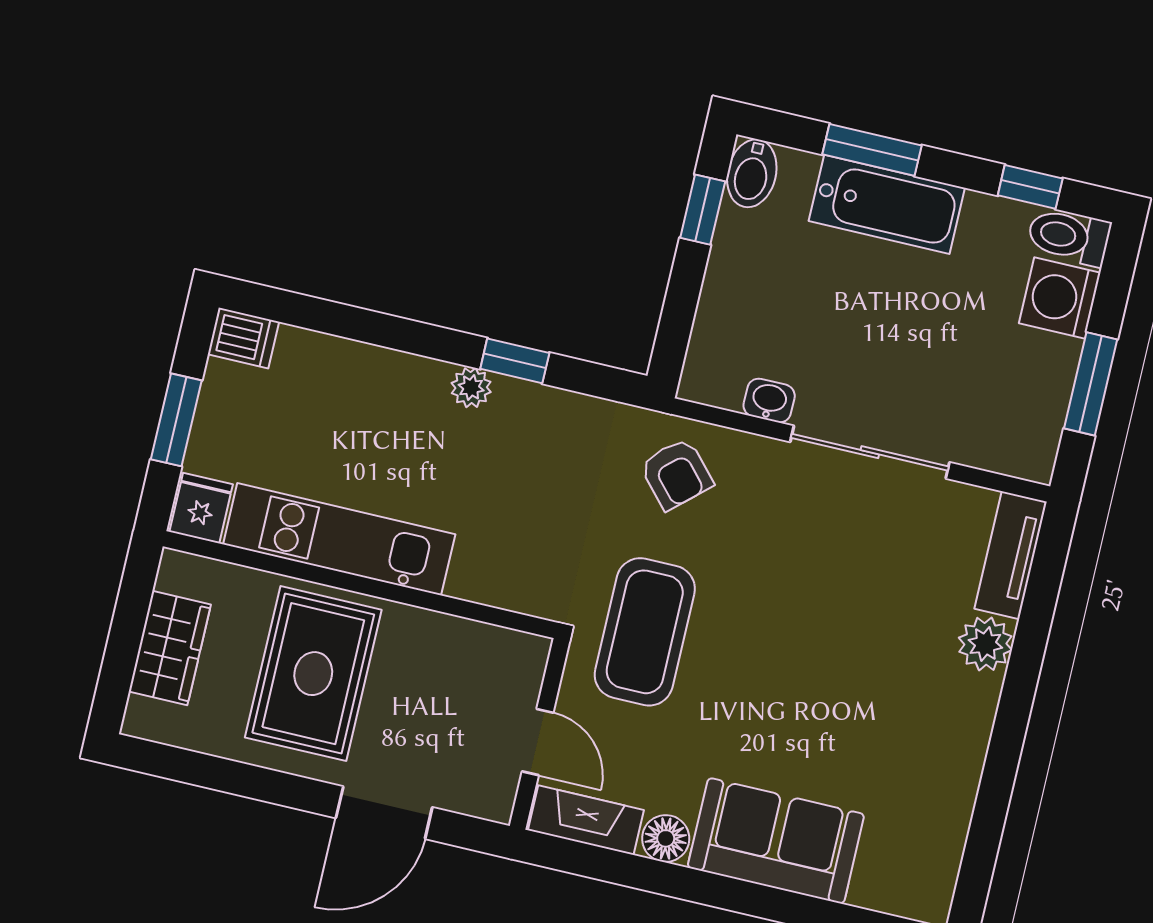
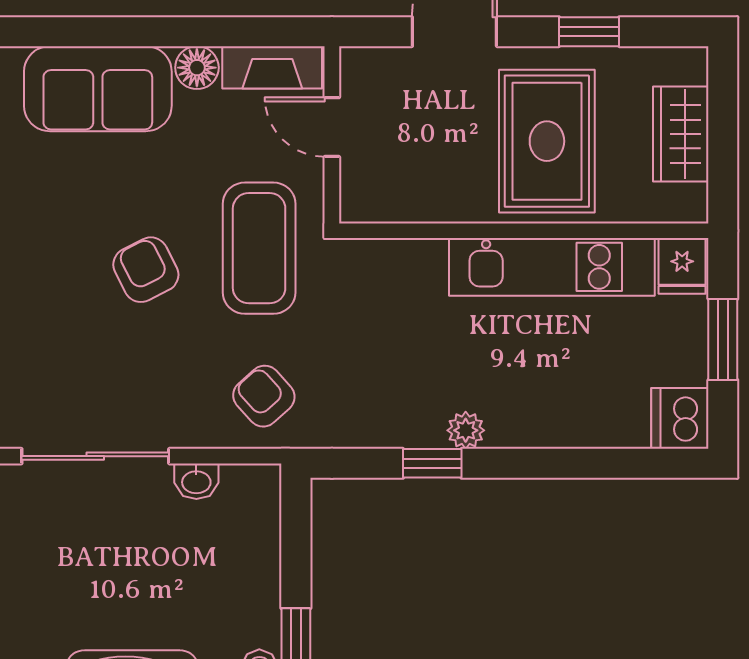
dishwasher: (243, 338) -> (680, 418), width x1.38
armchair: (770, 637) -> (146, 270), added
window: (241, 779) -> (589, 32), added

